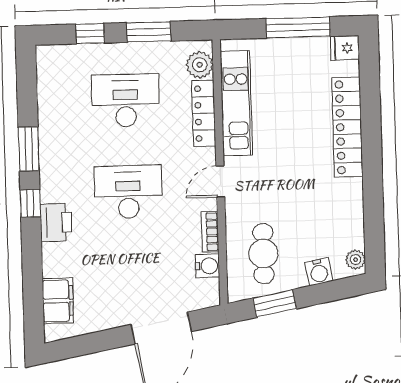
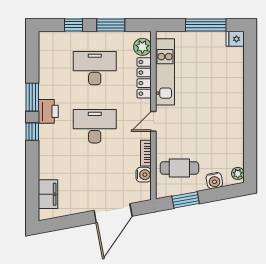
locker: (347, 127) -> (235, 89), removed
printer: (56, 223) -> (48, 111), moved
cafe table: (263, 254) -> (179, 168), turned 90

